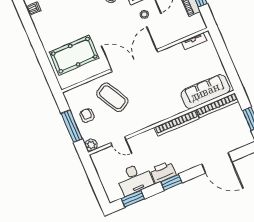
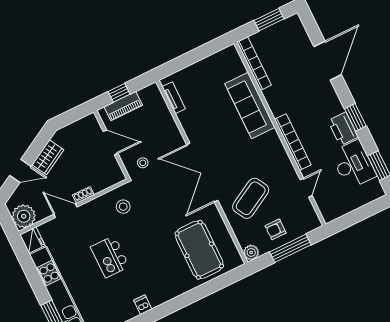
sofa: (205, 92) -> (250, 105), moved
bookcase: (177, 123) -> (293, 142), moved
plant: (91, 145) -> (251, 252), moved

